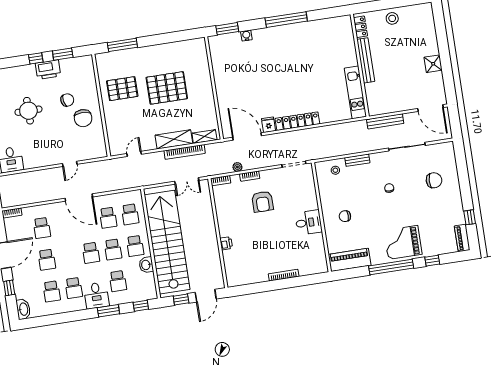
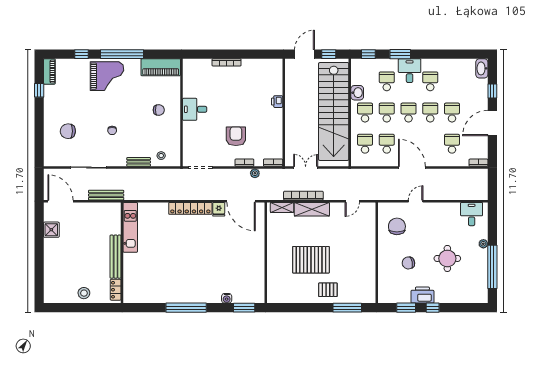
shower: (433, 64) -> (51, 230), moved
pallet: (122, 89) -> (328, 290), moved, width x0.67, depth x0.71
chair: (83, 118) -> (397, 226), moved
school desk: (52, 291) -> (430, 113), moved

